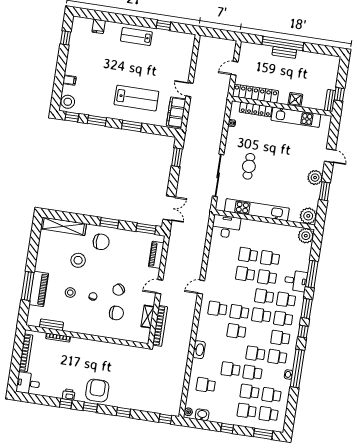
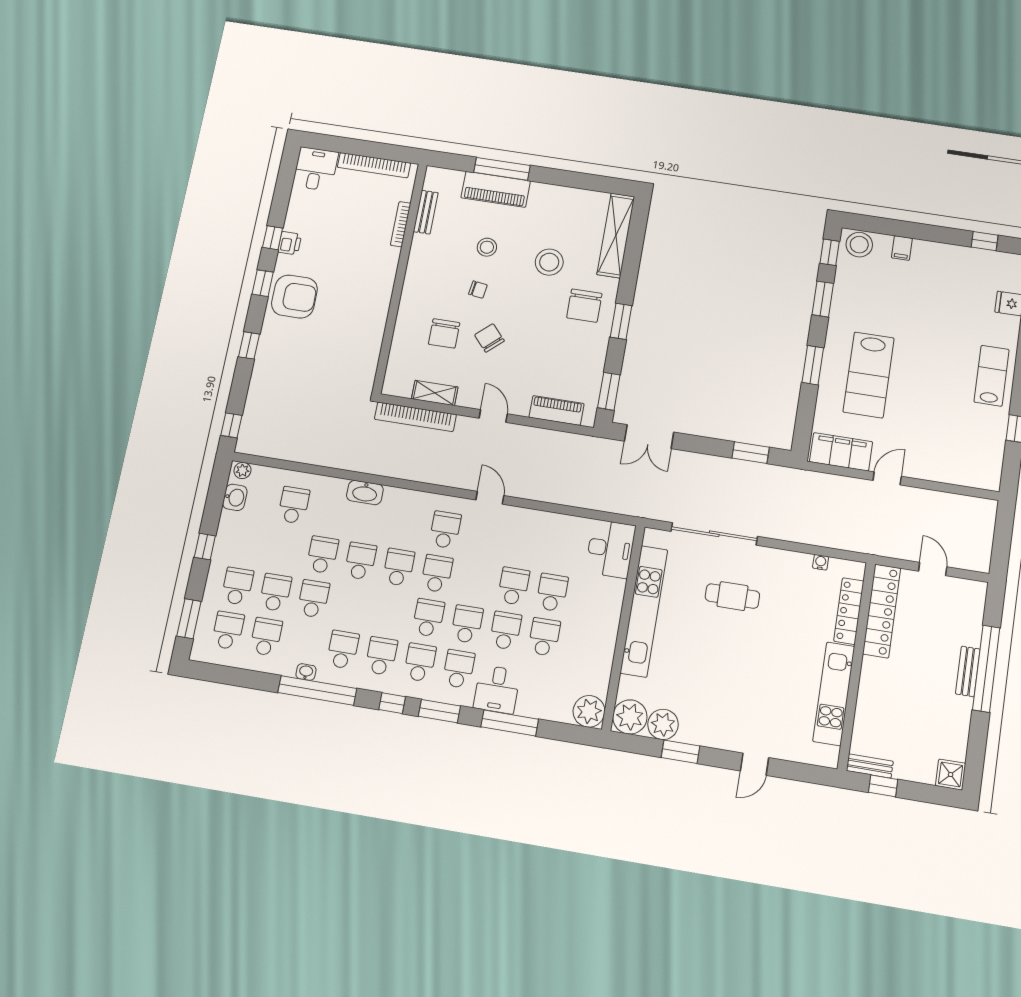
shower: (295, 100) -> (951, 775), moved
plant: (315, 178) -> (663, 724), moved
school desk: (255, 354) -> (360, 561), moved

